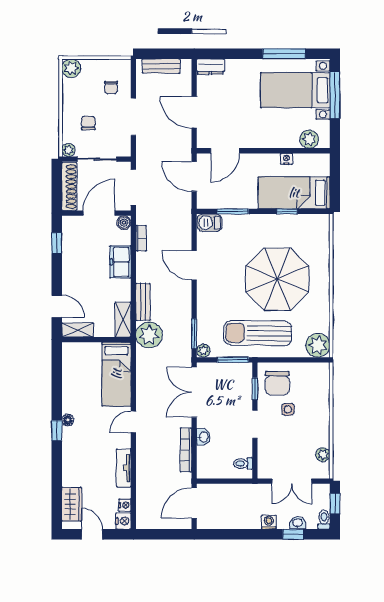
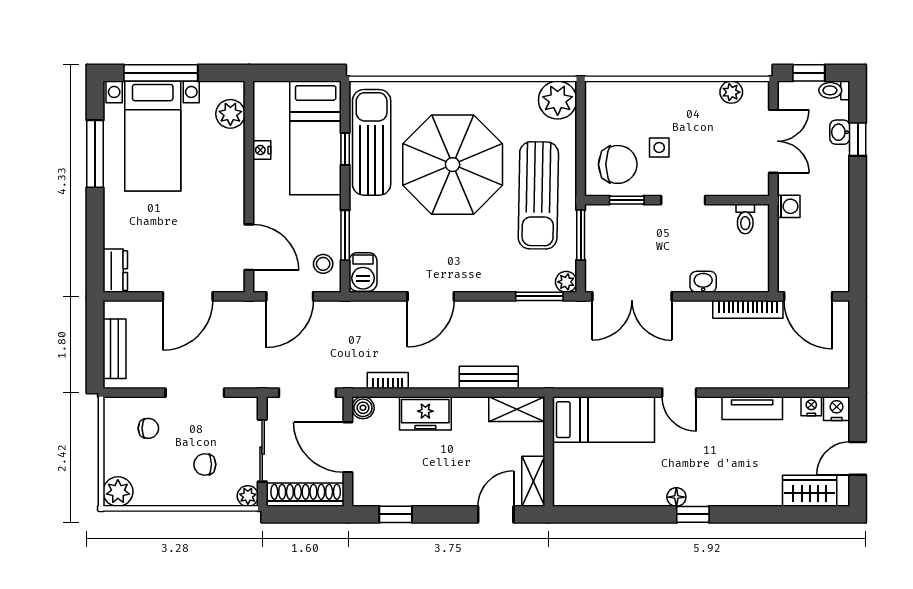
stool: (215, 198) -> (323, 264), added
sun lounger: (291, 228) -> (372, 142), added
plant: (149, 335) -> (541, 368), removed
bookcase: (186, 450) -> (748, 309), moved
washing machine: (269, 522) -> (789, 206), moved, turned 180

